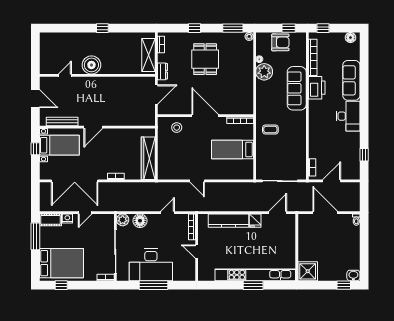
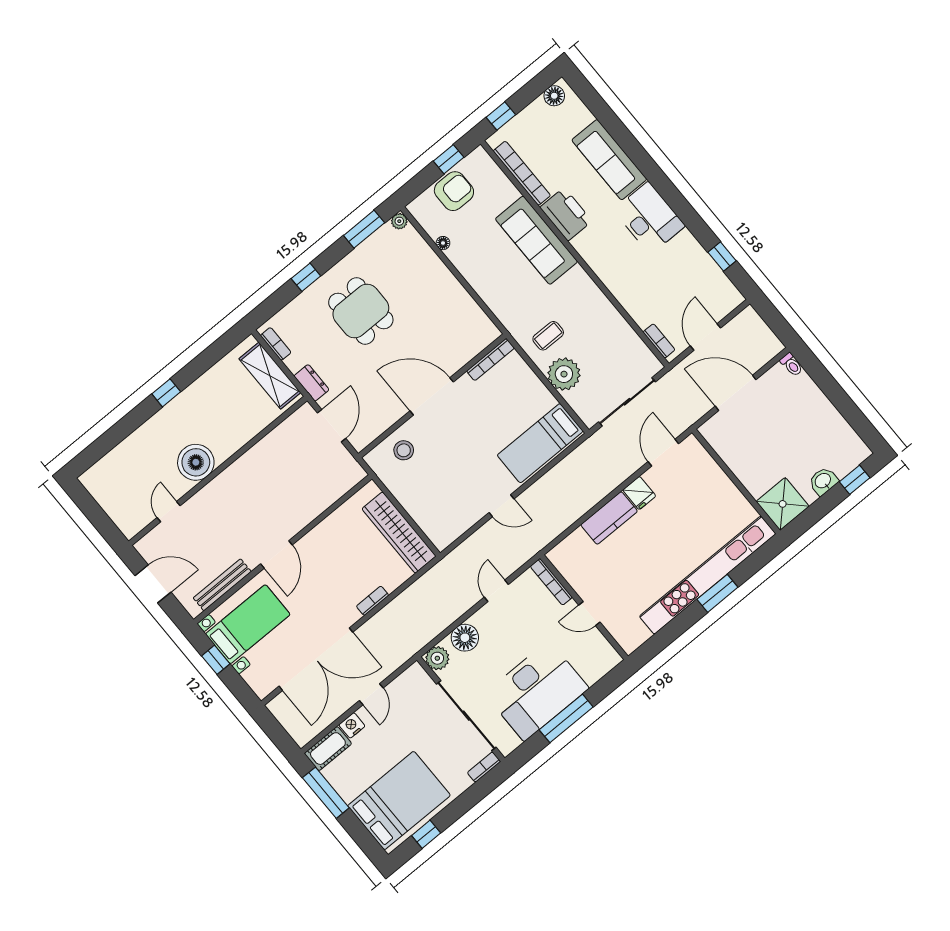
plant: (264, 72) -> (564, 374), moved
bed: (232, 149) -> (540, 443), moved
kitchen counter: (228, 221) -> (609, 518), width x0.67
washbasin: (353, 275) -> (823, 481), moved

